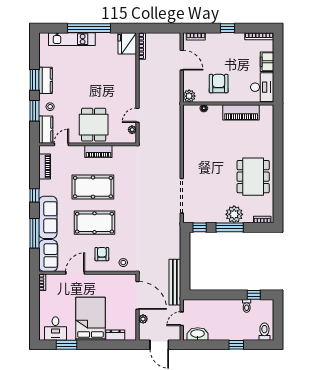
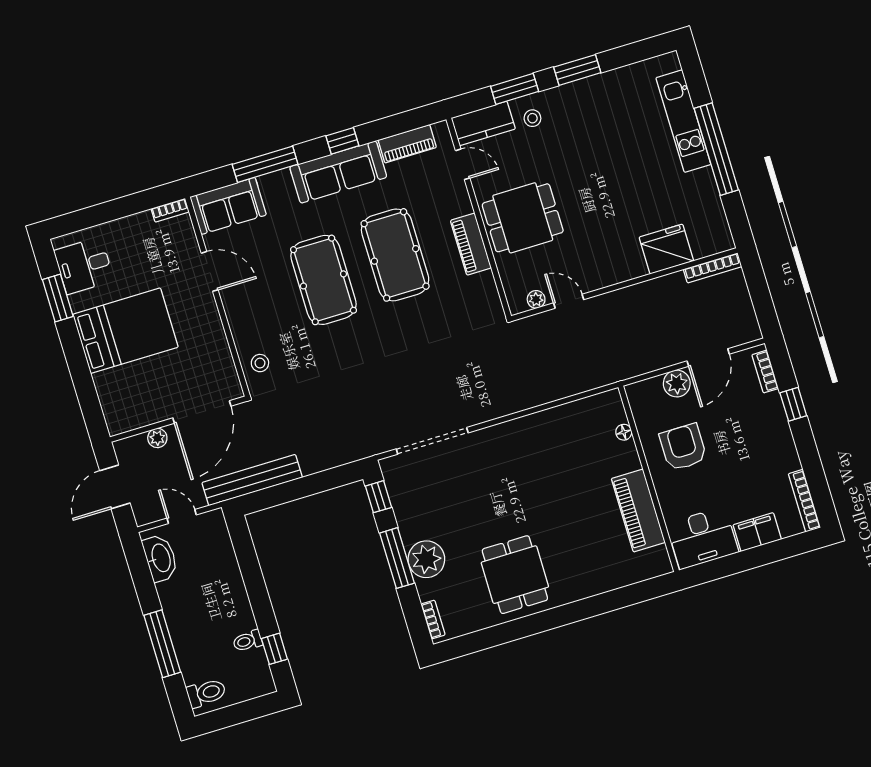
window: (228, 28) -> (793, 404), moved
fridge: (127, 43) -> (666, 249), moved
kitchen counter: (45, 80) -> (583, 93), removed
armchair: (219, 84) -> (683, 447), turned -90
plant: (189, 96) -> (677, 383), moved
dining table: (253, 177) -> (515, 575), width x0.73
sofa: (48, 217) -> (338, 172), moved
armchair: (102, 254) -> (264, 314), removed
dresser: (115, 335) -> (107, 391), removed
window: (236, 345) -> (162, 644), width x2.17

